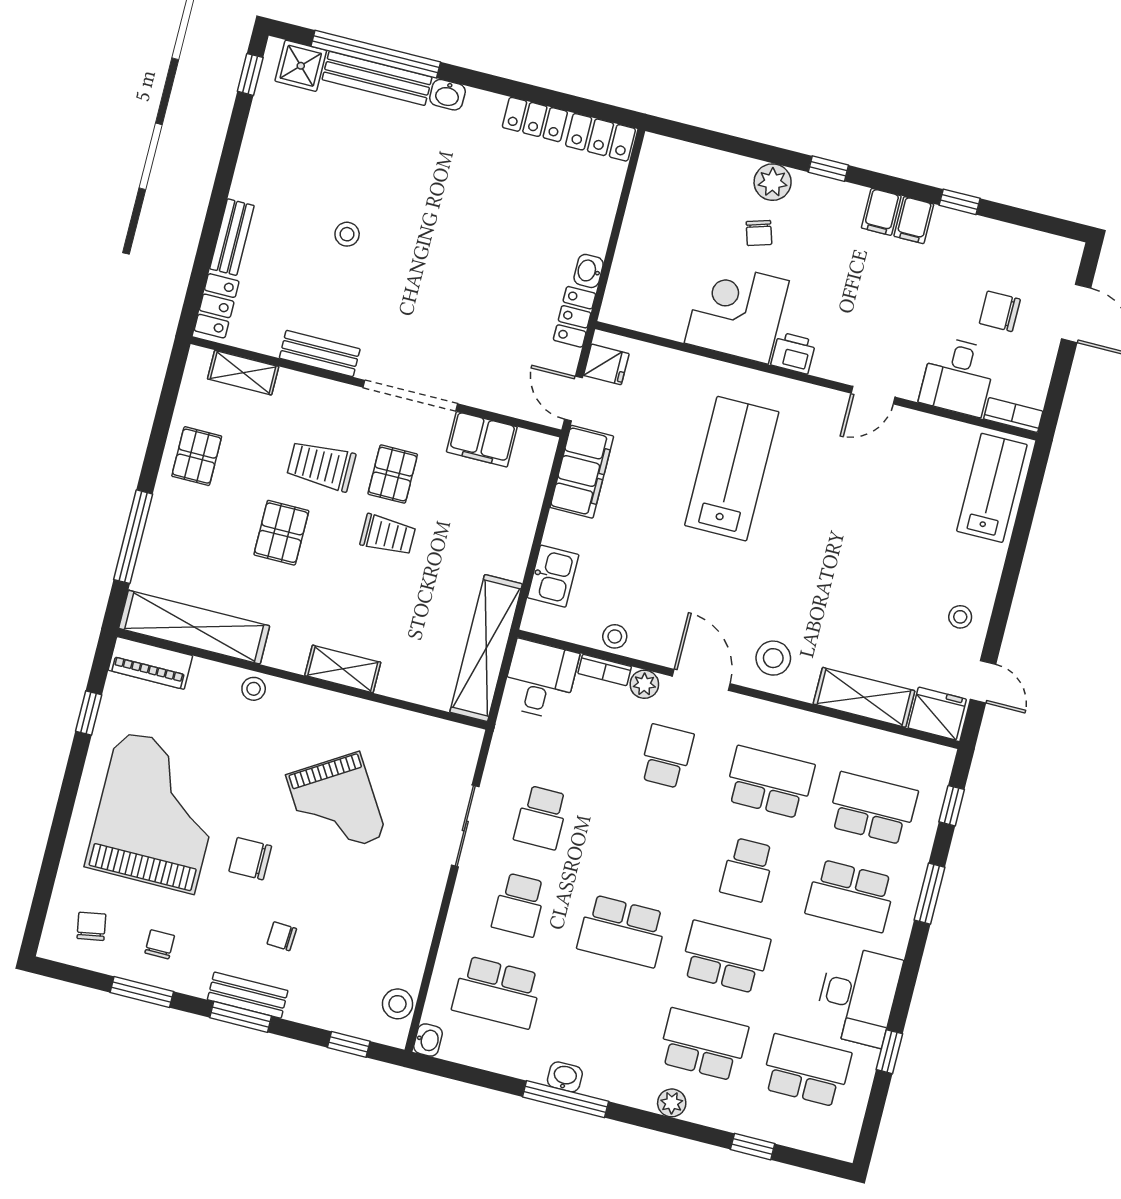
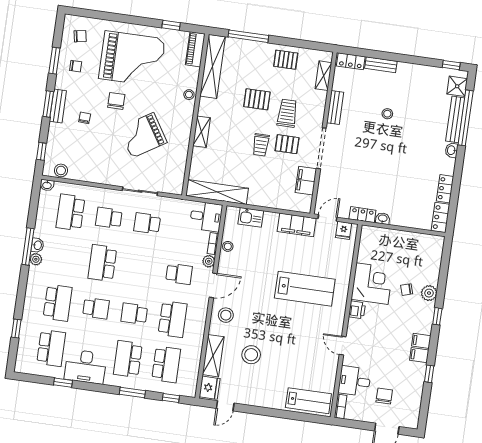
stool: (960, 617) -> (251, 355), moved, width x1.89, depth x1.89
school desk: (725, 957) -> (96, 308), width x0.54
plant: (672, 1103) -> (36, 259), moved

